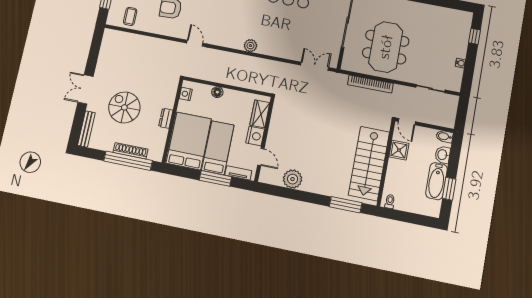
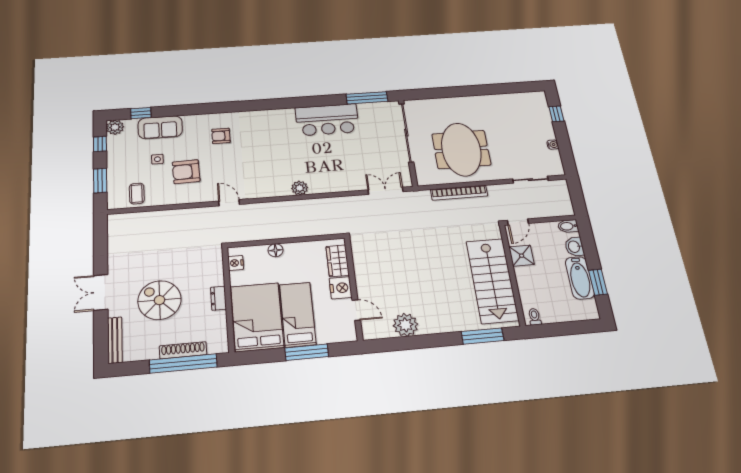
door: (407, 122) -> (518, 222), hinge flipped
tv unit: (238, 173) -> (334, 337), removed

